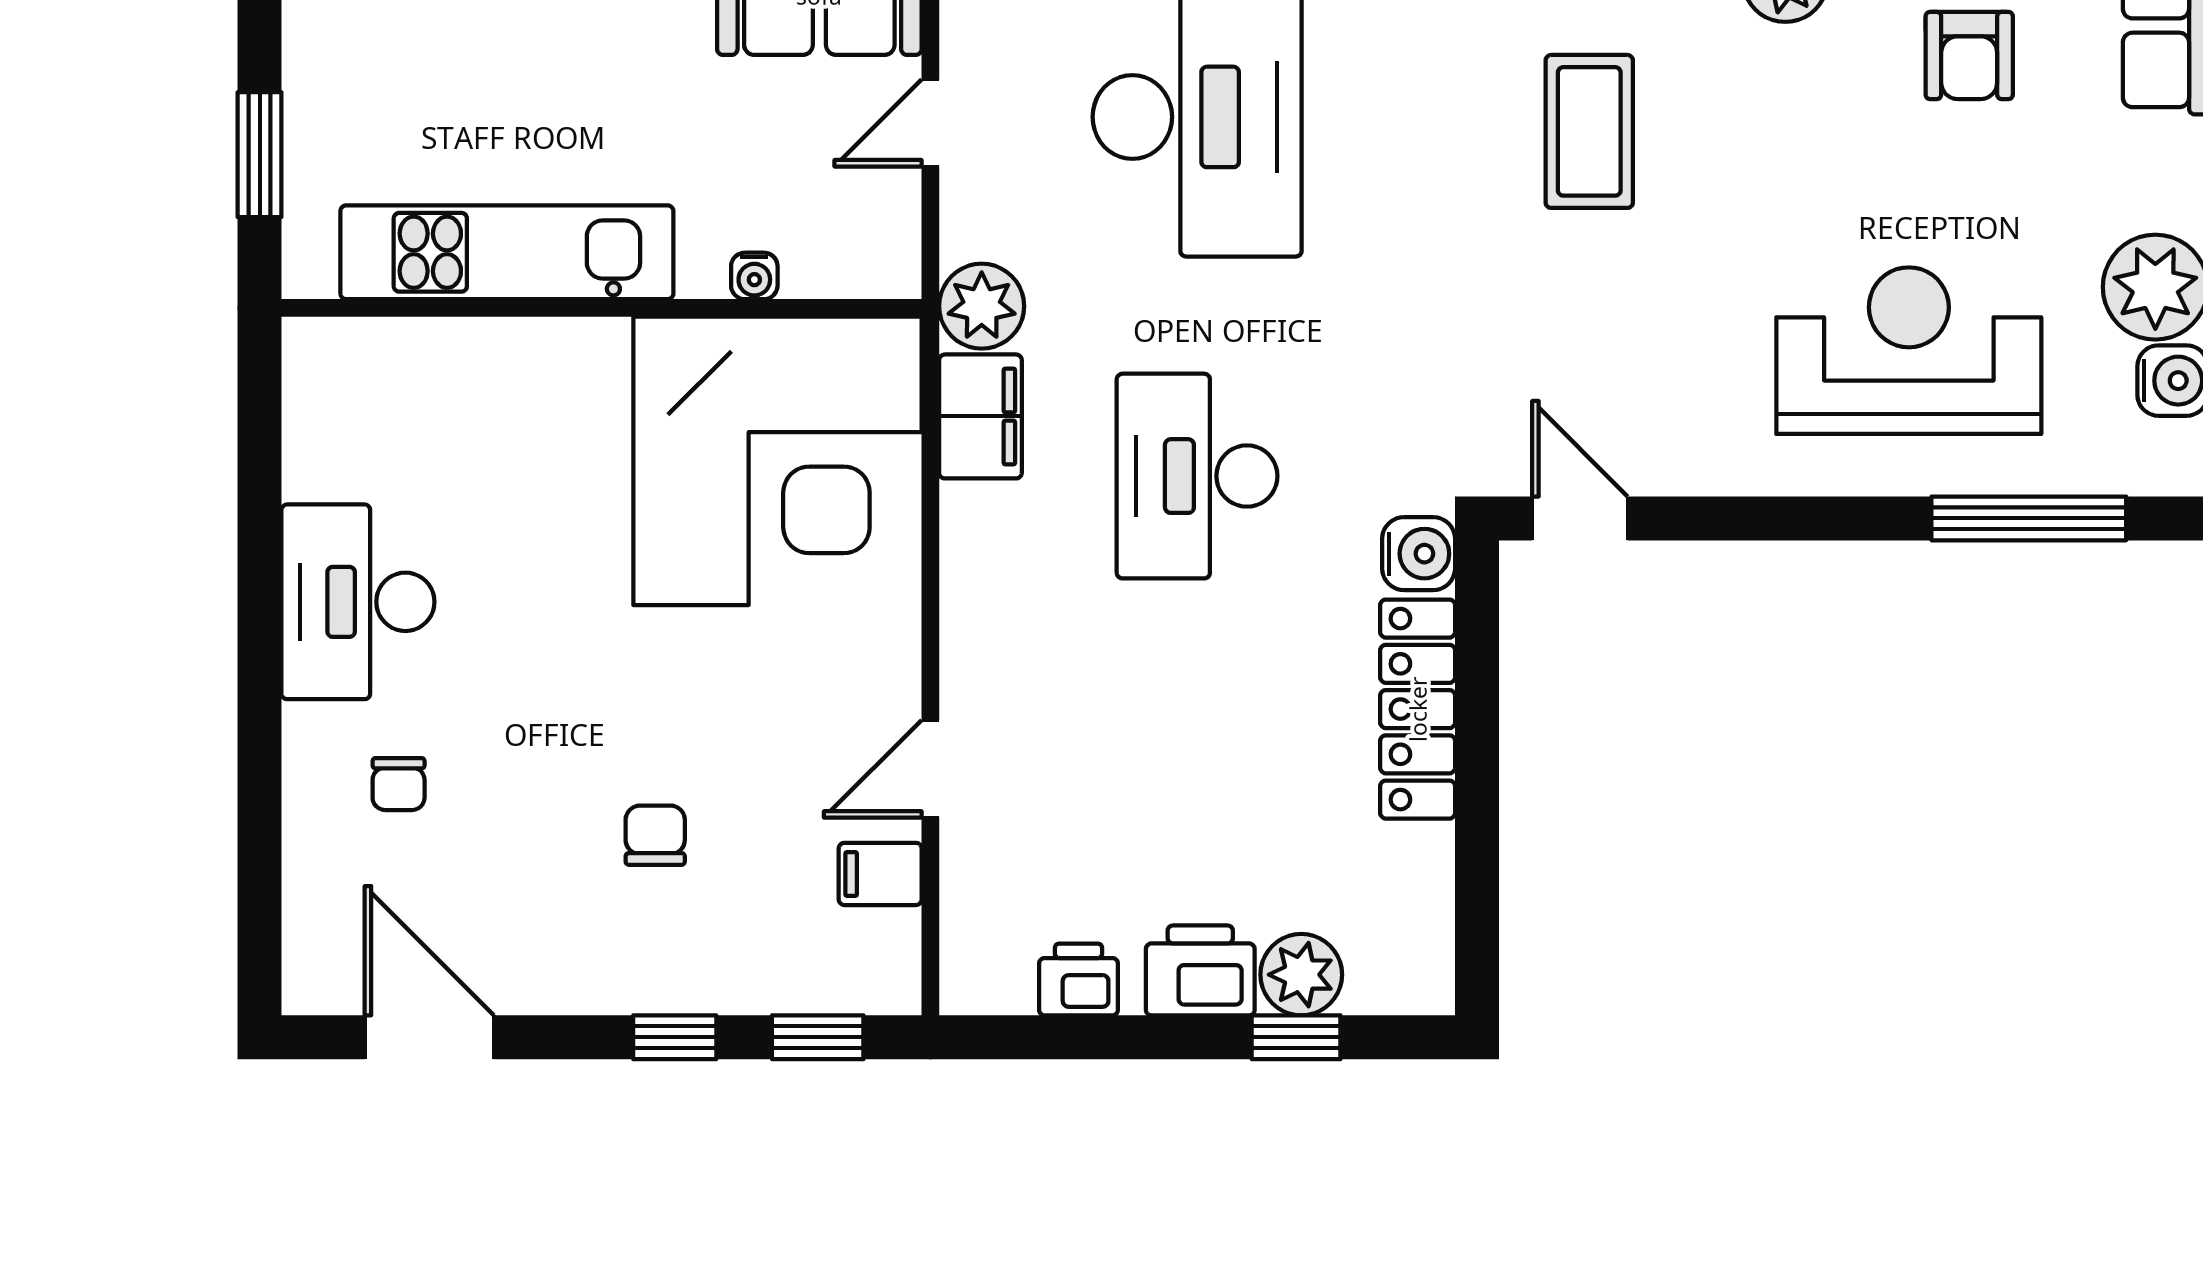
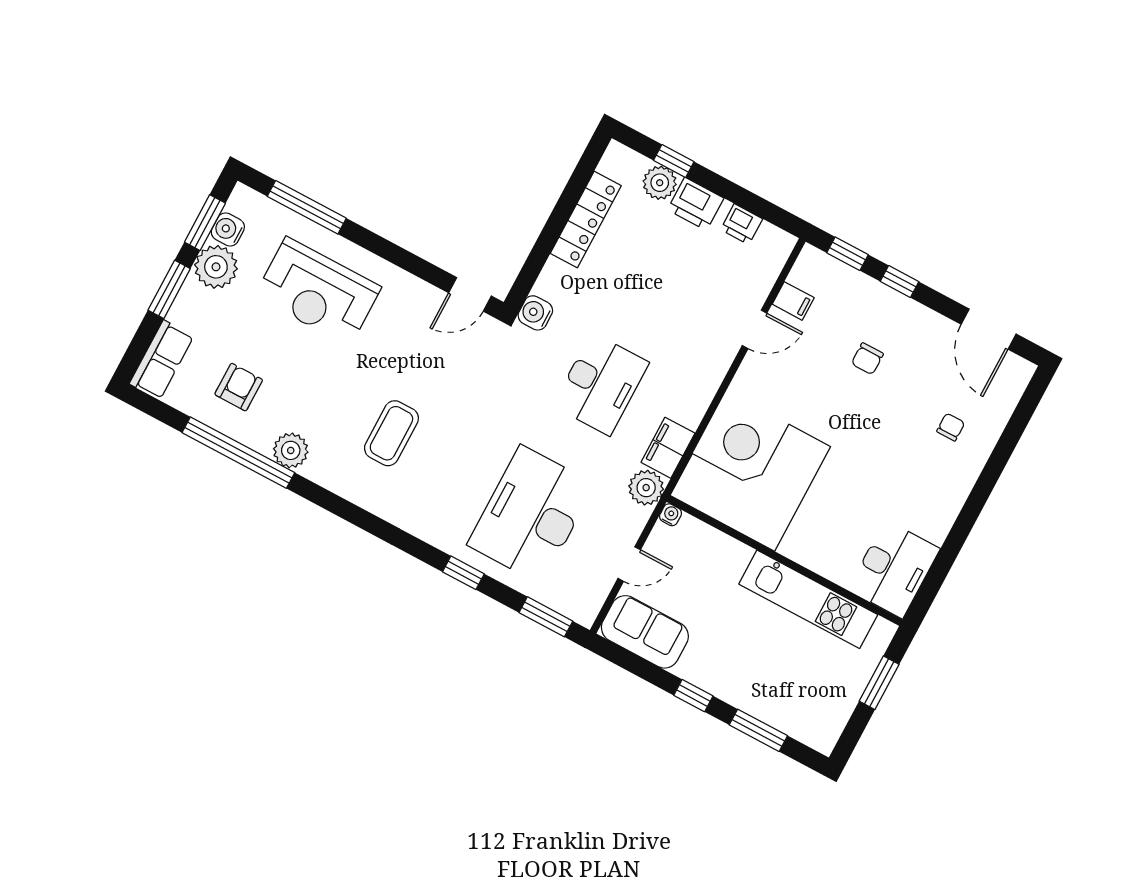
water cooler: (754, 276) -> (671, 515), moved
door: (1580, 518) -> (470, 294), hinge flipped
desk: (358, 602) -> (894, 569), moved
locker: (1418, 709) -> (586, 219), moved

